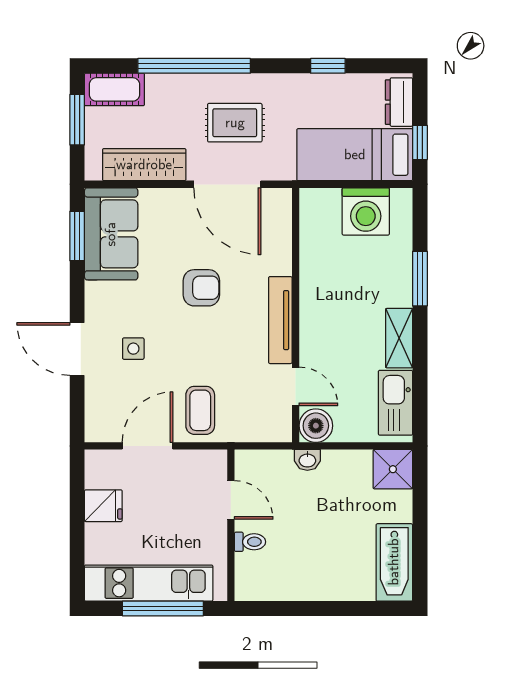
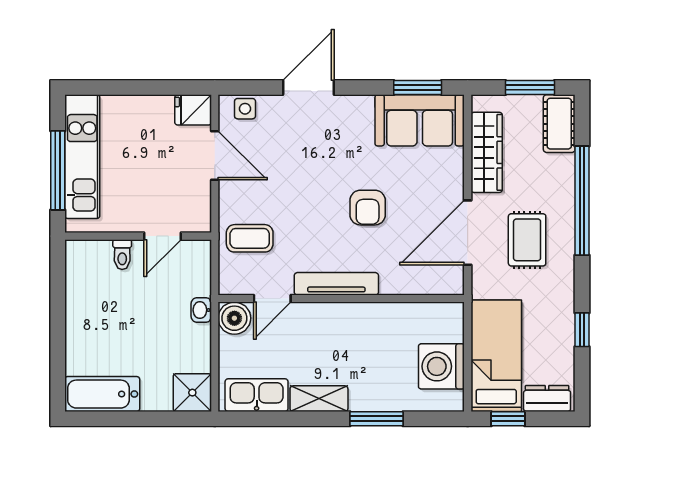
side table: (133, 349) -> (245, 109), moved
coffee table: (200, 410) -> (250, 238), moved
fridge: (103, 506) -> (193, 110), moved, turned 90

